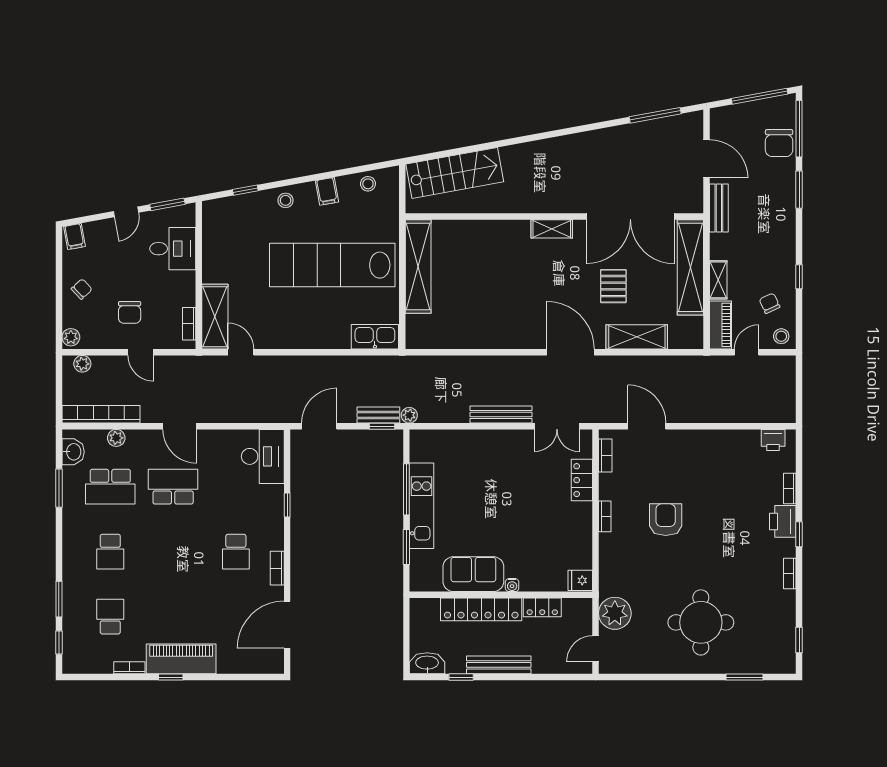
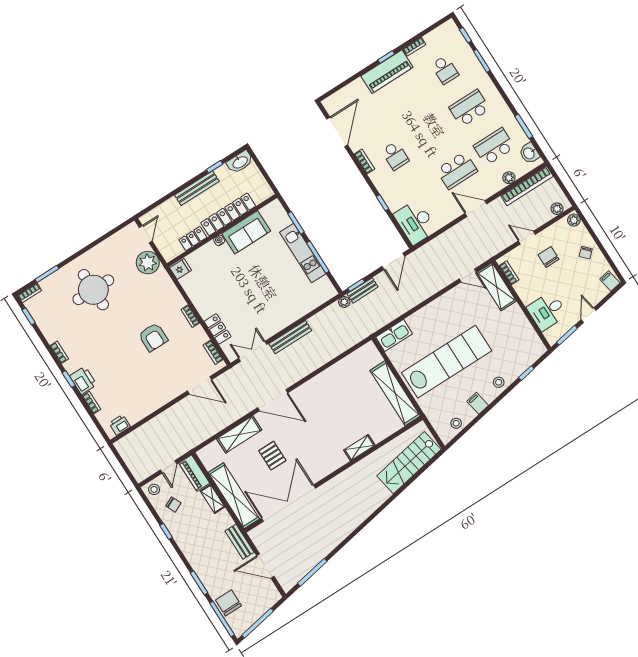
shelving: (552, 229) -> (359, 448), moved
school desk: (110, 552) -> (469, 108), width x1.85
school desk: (236, 552) -> (395, 156), turned 180
bookcase: (780, 667) -> (30, 293), added

